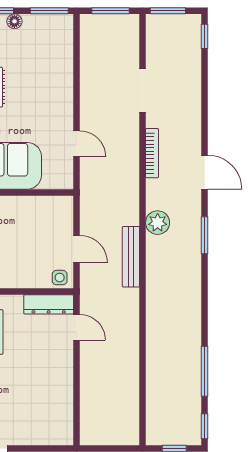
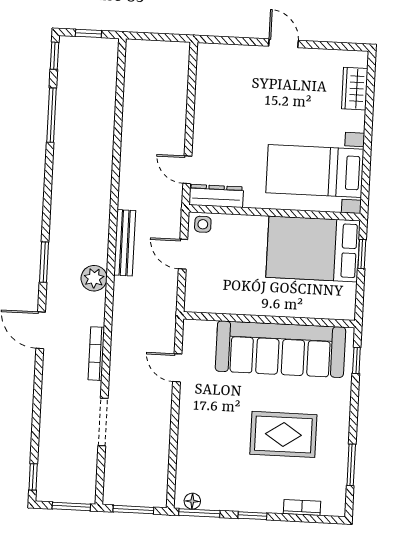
floor lamp: (14, 21) -> (192, 501), moved

